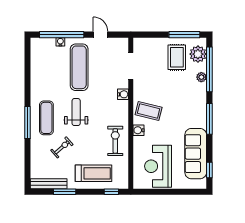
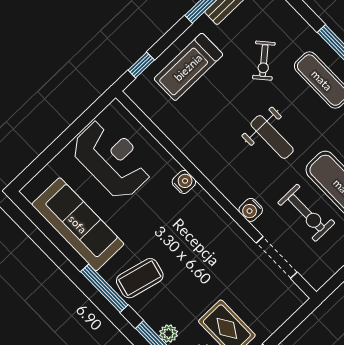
coffee table: (149, 111) -> (140, 278), moved
weight bench: (76, 112) -> (272, 137), moved
exercise bike: (115, 141) -> (306, 213), moved
window: (209, 170) -> (39, 220), removed

